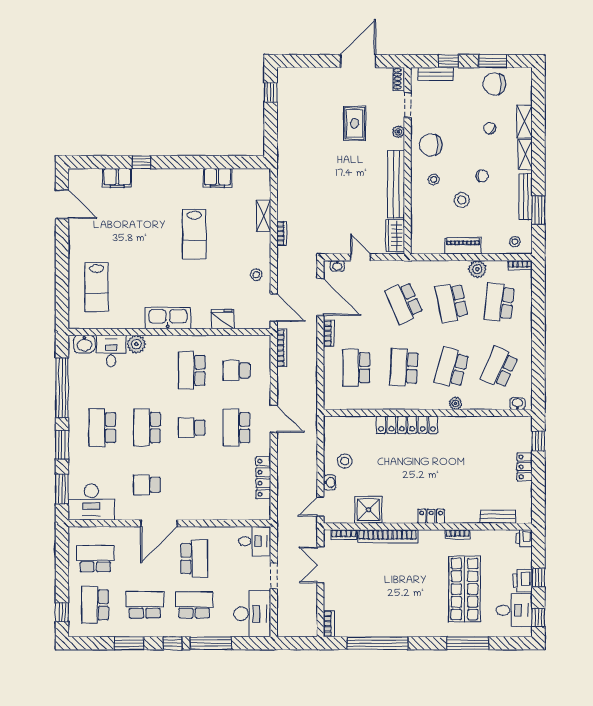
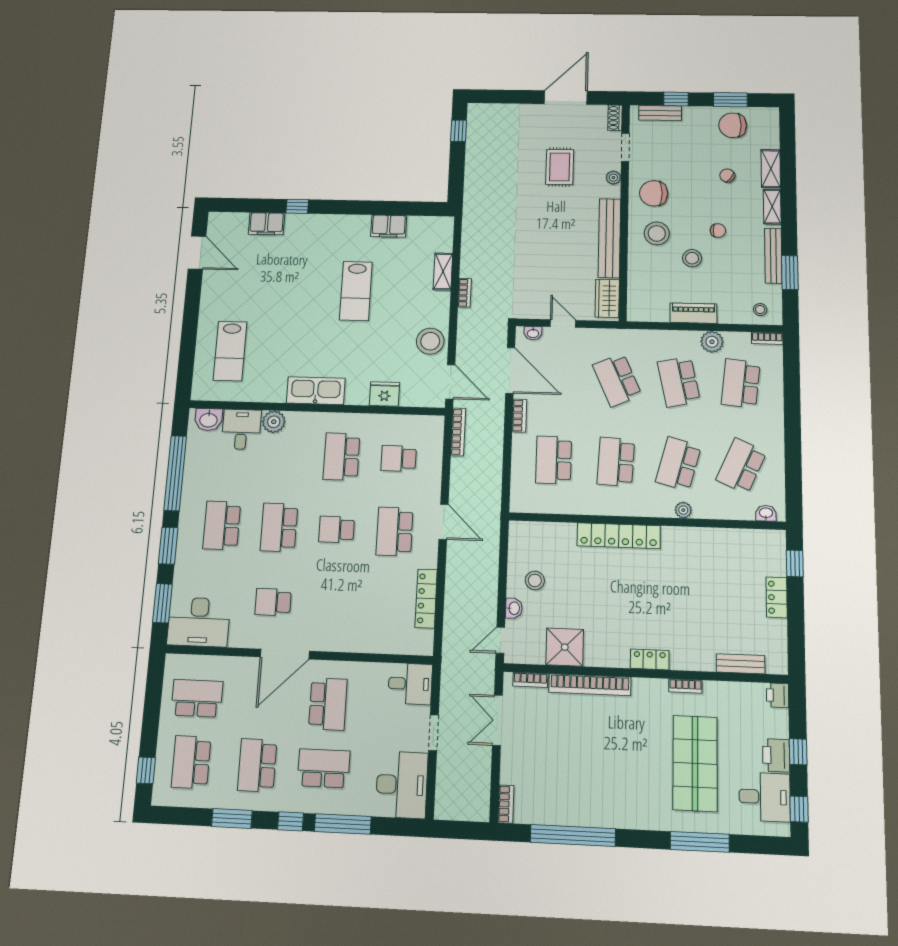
stool: (434, 179) -> (657, 233), width x1.89, depth x1.89
stool: (256, 275) -> (430, 341), width x1.89, depth x1.89
school desk: (145, 605) -> (257, 765), turned -90

